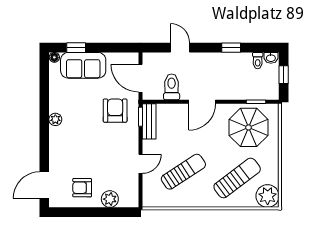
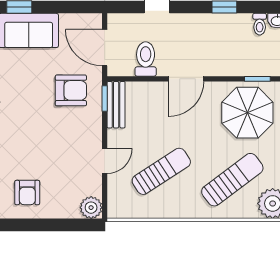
armchair: (115, 111) -> (71, 90), turned 90
armchair: (82, 188) -> (27, 193), turned -90
plant: (110, 199) -> (91, 208), moved

